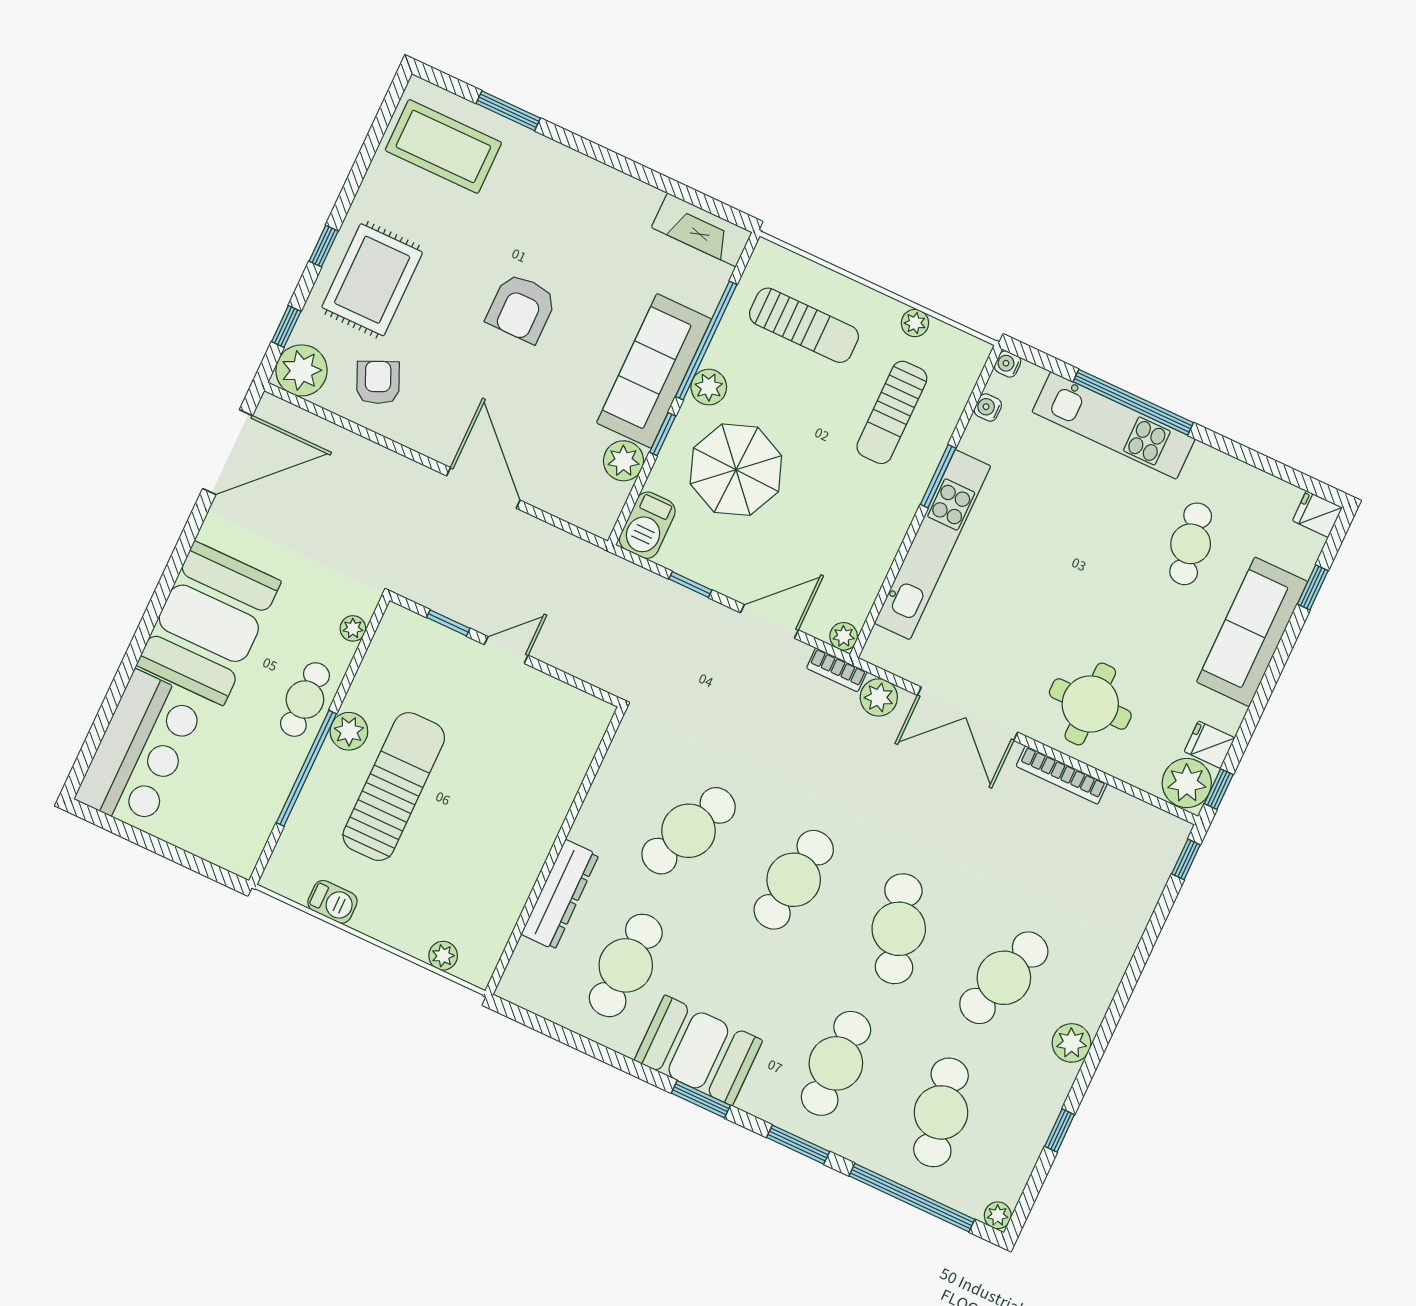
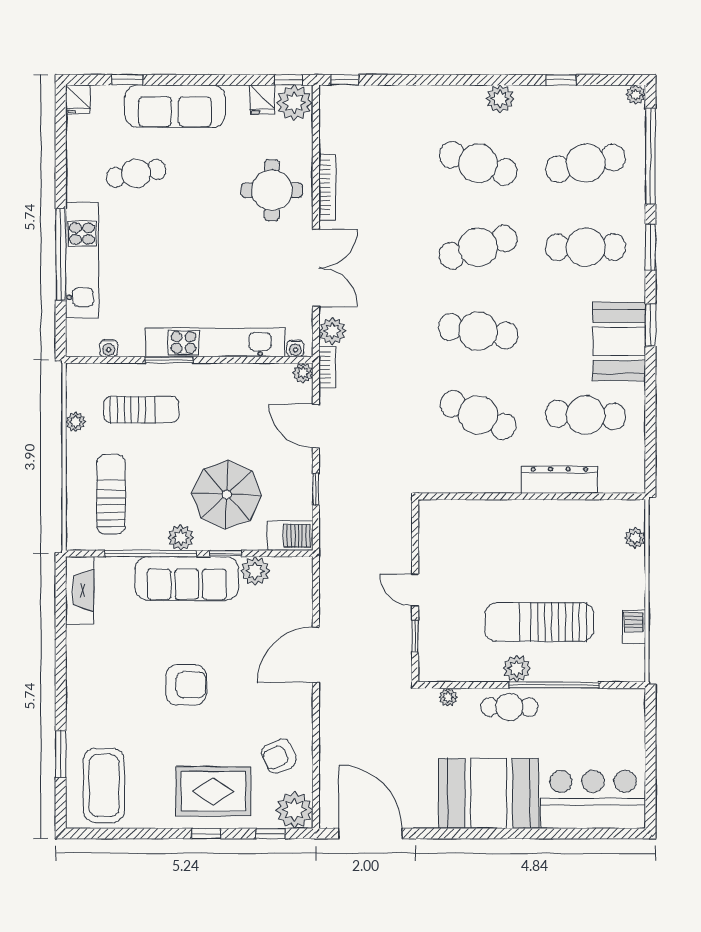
water cooler: (1008, 364) -> (295, 349), moved

